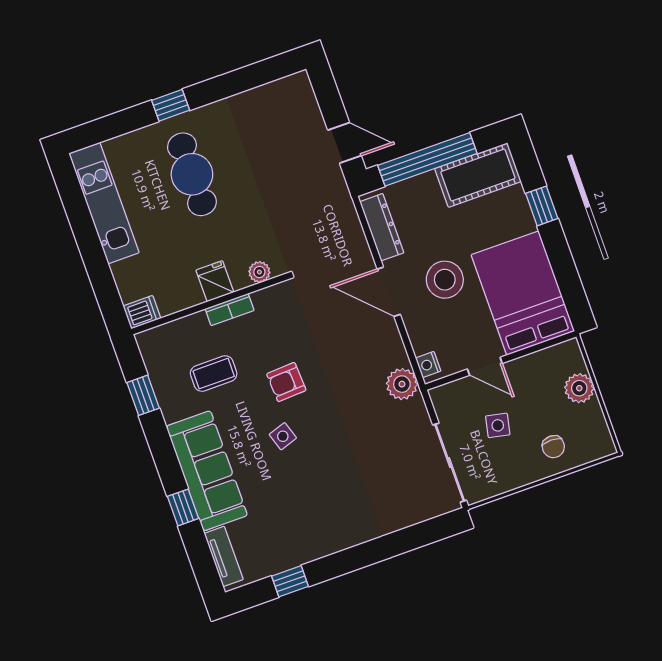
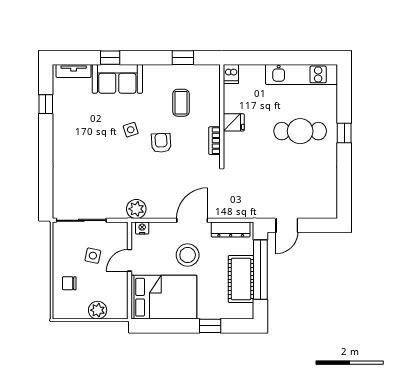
cot: (478, 175) -> (241, 279), moved
plant: (259, 272) -> (230, 150), removed
bookcase: (230, 310) -> (215, 141), moved
sofa: (207, 471) -> (117, 79), width x0.73

